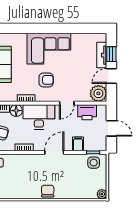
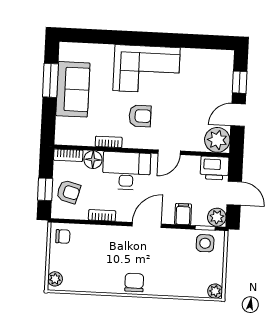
tv unit: (102, 55) -> (225, 83), removed
printer: (87, 112) -> (215, 168), moved
plant: (101, 145) -> (217, 217), added

